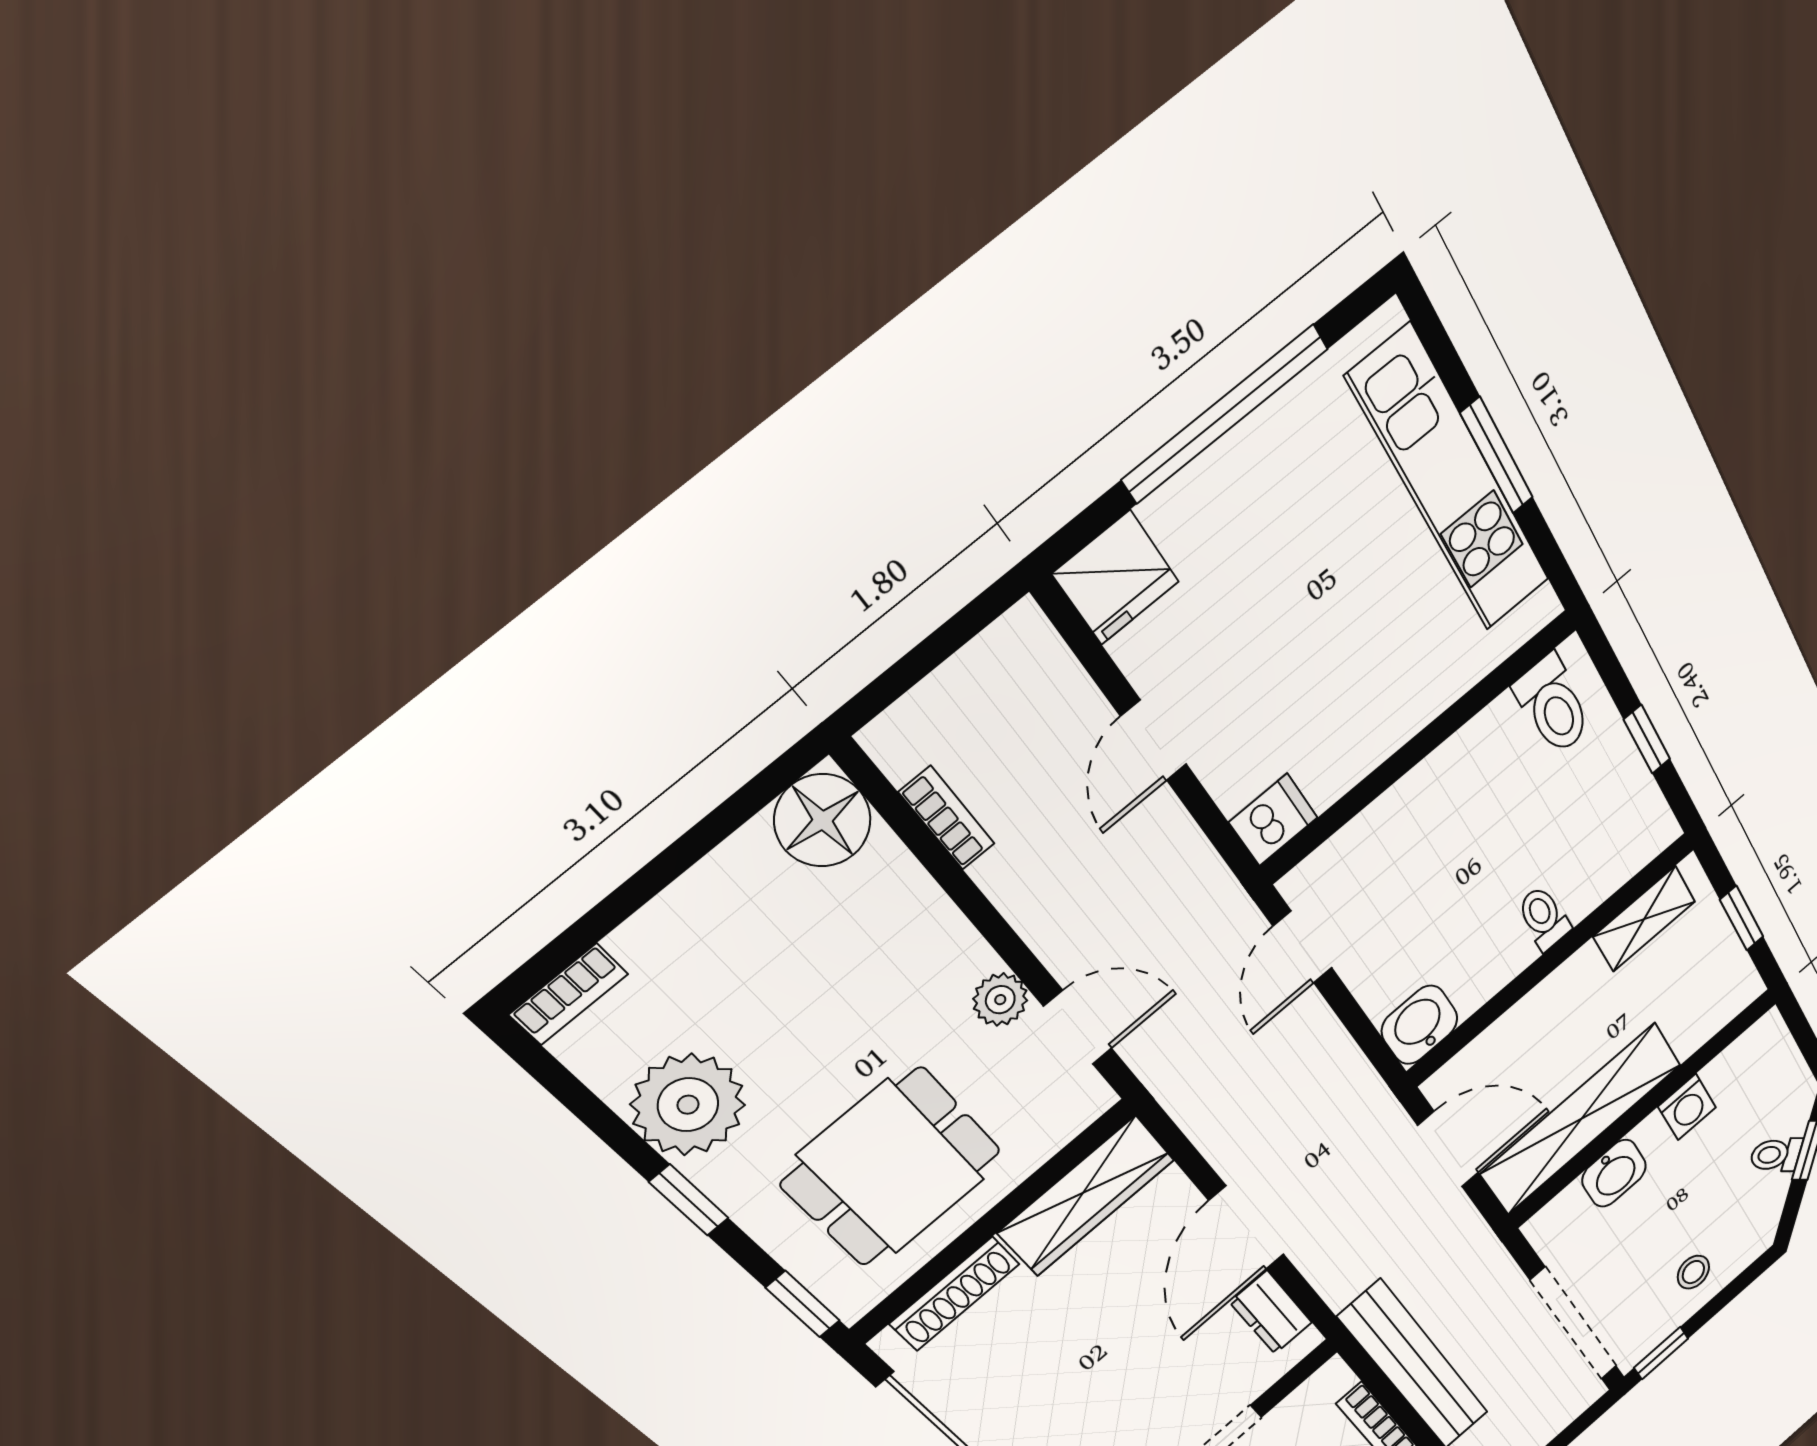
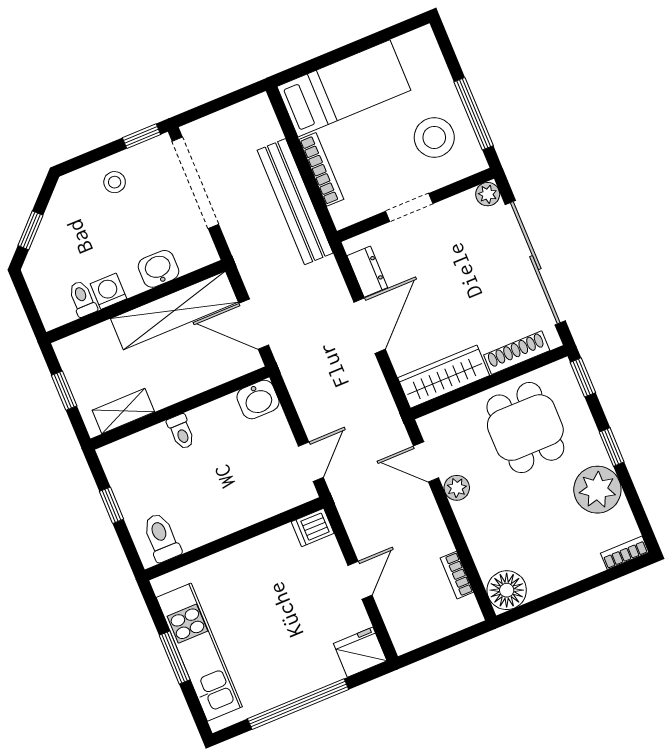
toilet: (1776, 1155) -> (82, 299), moved, turned -135
dining table: (892, 1167) -> (525, 428), turned 90

